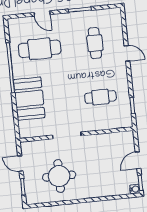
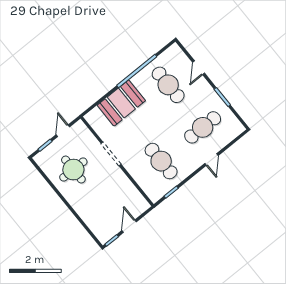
cafe table: (95, 43) -> (203, 127), width x1.37, depth x1.35
cafe table: (100, 97) -> (161, 161), width x1.37, depth x1.35
door: (138, 160) -> (129, 226), hinge flipped
water cooler: (135, 189) -> (103, 239), removed

